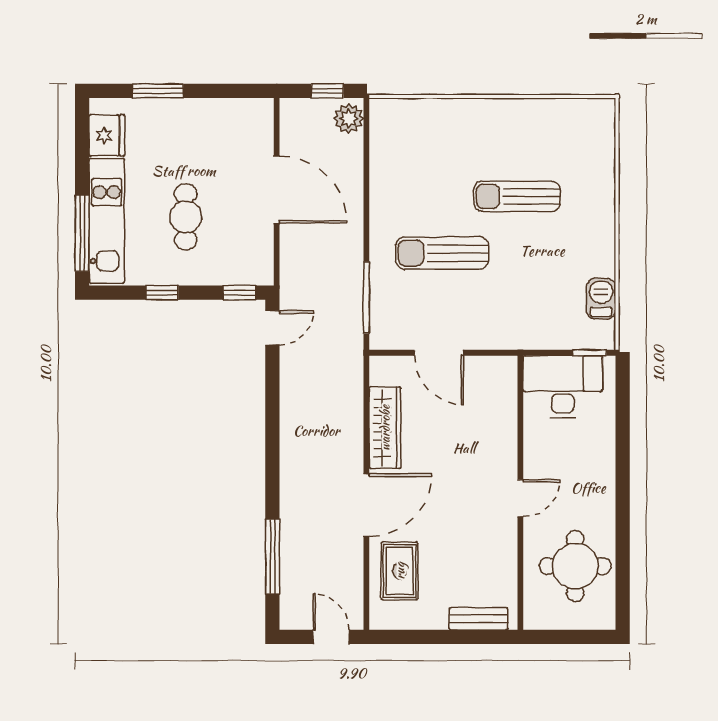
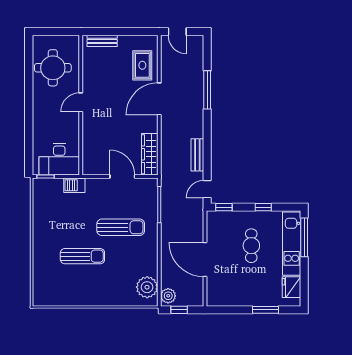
plant: (390, 135) -> (147, 287), added
barbecue: (601, 299) -> (74, 185), moved, turned 90
bench: (292, 395) -> (197, 155), added
wardrobe: (385, 428) -> (150, 154), moved
window: (272, 556) -> (207, 90), moved

